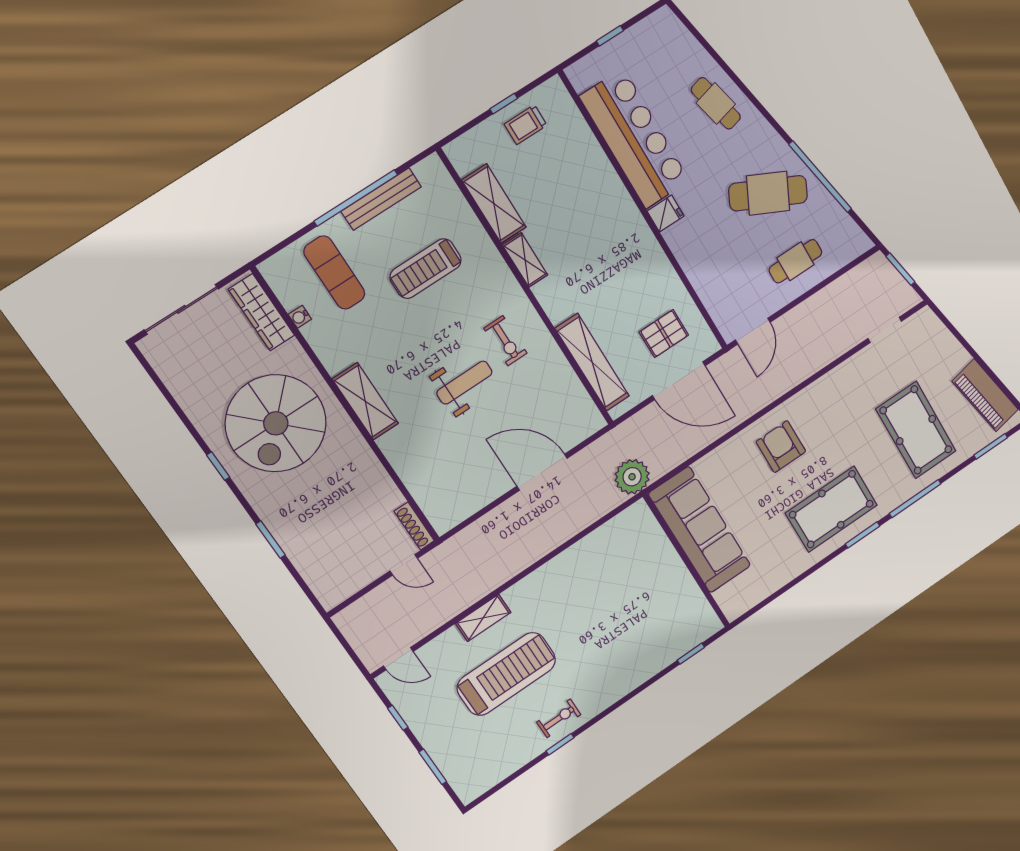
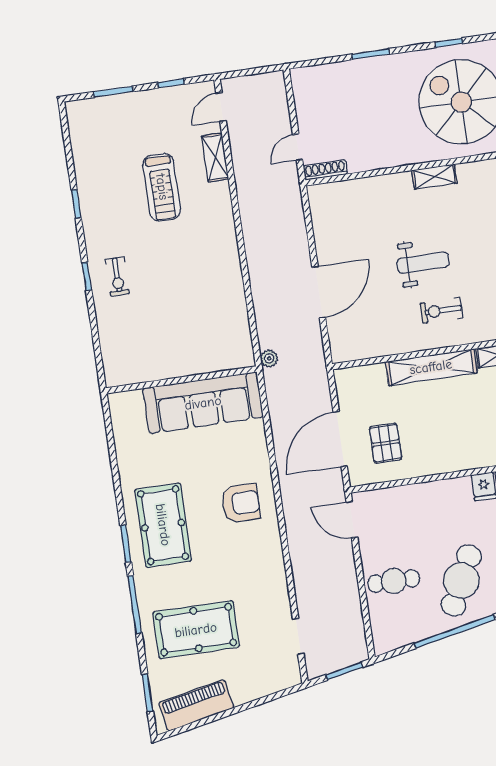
cafe table: (795, 261) -> (394, 581), turned 90
shelving: (592, 362) -> (431, 367), moved
weight bench: (464, 383) -> (423, 263), turned -90
shelving: (365, 401) -> (434, 177), width x0.67, depth x0.75
plant: (632, 477) -> (269, 358), width x0.53, depth x0.53
shelving: (483, 618) -> (215, 157), moved
window: (691, 654) -> (87, 276), moved
treadmill: (506, 674) -> (162, 187), width x0.73, depth x0.73
exercise bike: (559, 718) -> (117, 277), moved

